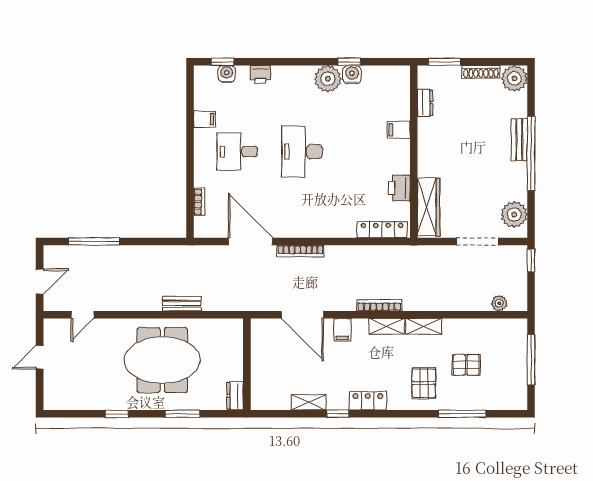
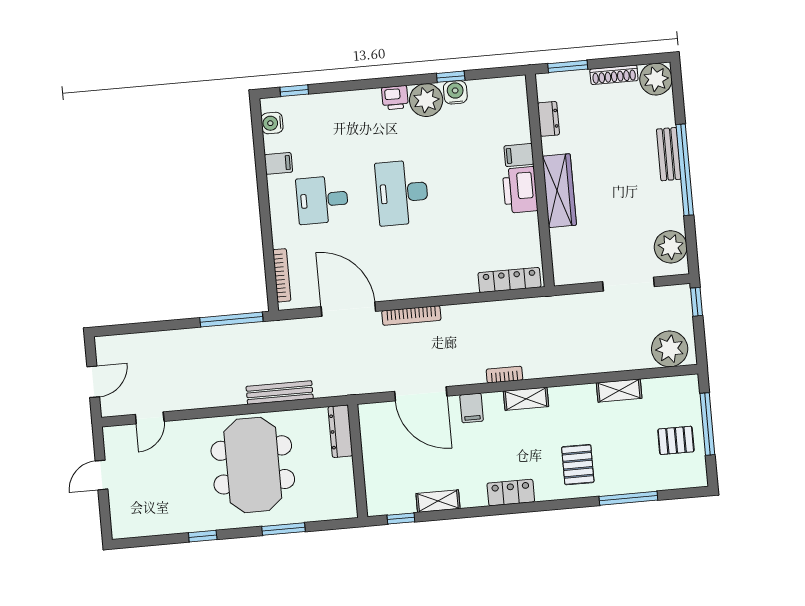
water cooler: (227, 74) -> (272, 123), moved, turned -90
printer: (261, 75) -> (395, 98), moved
printer: (399, 188) -> (520, 190), moved, width x1.37, depth x1.19
bookcase: (199, 202) -> (282, 275), width x1.56
wardrobe: (429, 207) -> (559, 191), moved
window: (94, 241) -> (231, 320), moved
plant: (499, 303) -> (670, 349), width x1.87, depth x1.87
bench: (182, 304) -> (280, 393), width x1.36
bookcase: (379, 305) -> (504, 375), width x0.64
shelving: (424, 326) -> (619, 391), moved
meeting table: (162, 360) -> (253, 465), turned 90
pallet: (466, 365) -> (676, 440), moved
dresser: (235, 396) -> (340, 431), moved, width x1.44
window: (338, 414) -> (401, 519), moved

